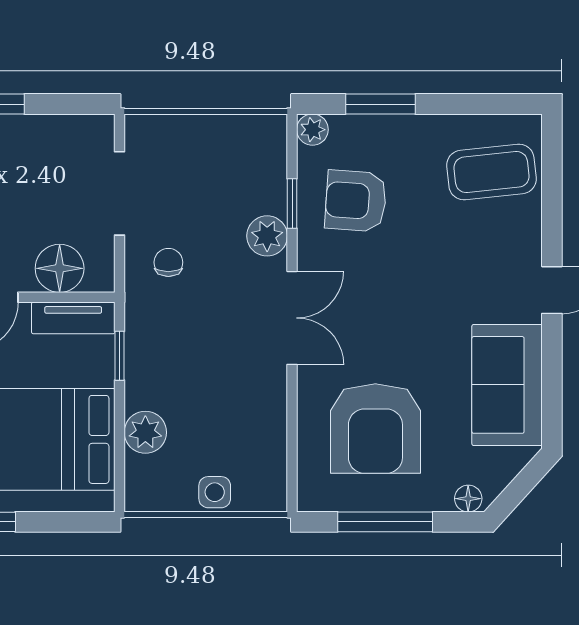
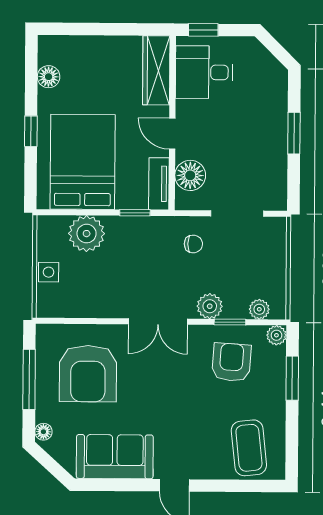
plant: (271, 157) -> (259, 309), added
armchair: (375, 429) -> (88, 374), turned -90
plant: (145, 432) -> (87, 234), width x1.36, depth x1.36

